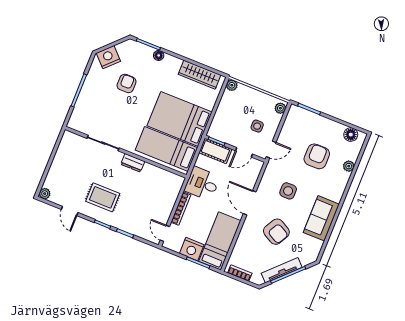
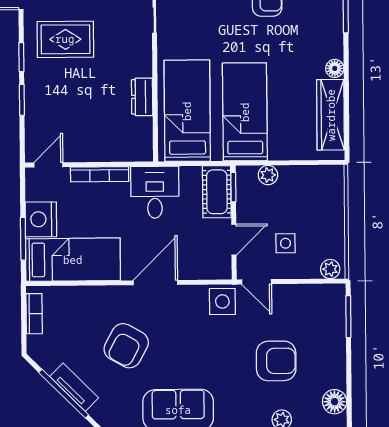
floor lamp: (159, 55) -> (335, 68), moved
plant: (232, 85) -> (268, 175), moved
bed: (180, 119) -> (245, 112), width x0.67
door: (244, 152) -> (234, 240), swing flipped
dresser: (133, 163) -> (142, 97), moved
side table: (288, 191) -> (222, 301), moved
rug: (103, 197) -> (65, 39), turned 90
tv unit: (282, 270) -> (74, 387), width x0.71

